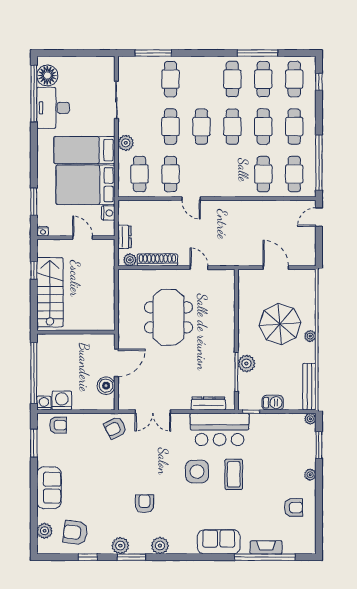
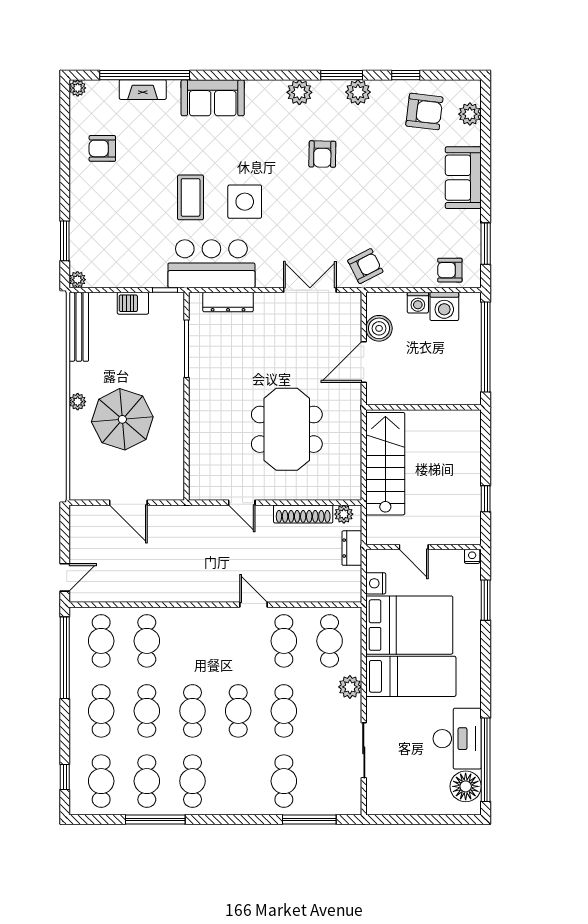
stairs: (50, 292) -> (385, 464), moved, turned 180
plant: (246, 364) -> (172, 361), removed
washing machine: (44, 403) -> (418, 303), moved
plant: (310, 475) -> (78, 88), moved

